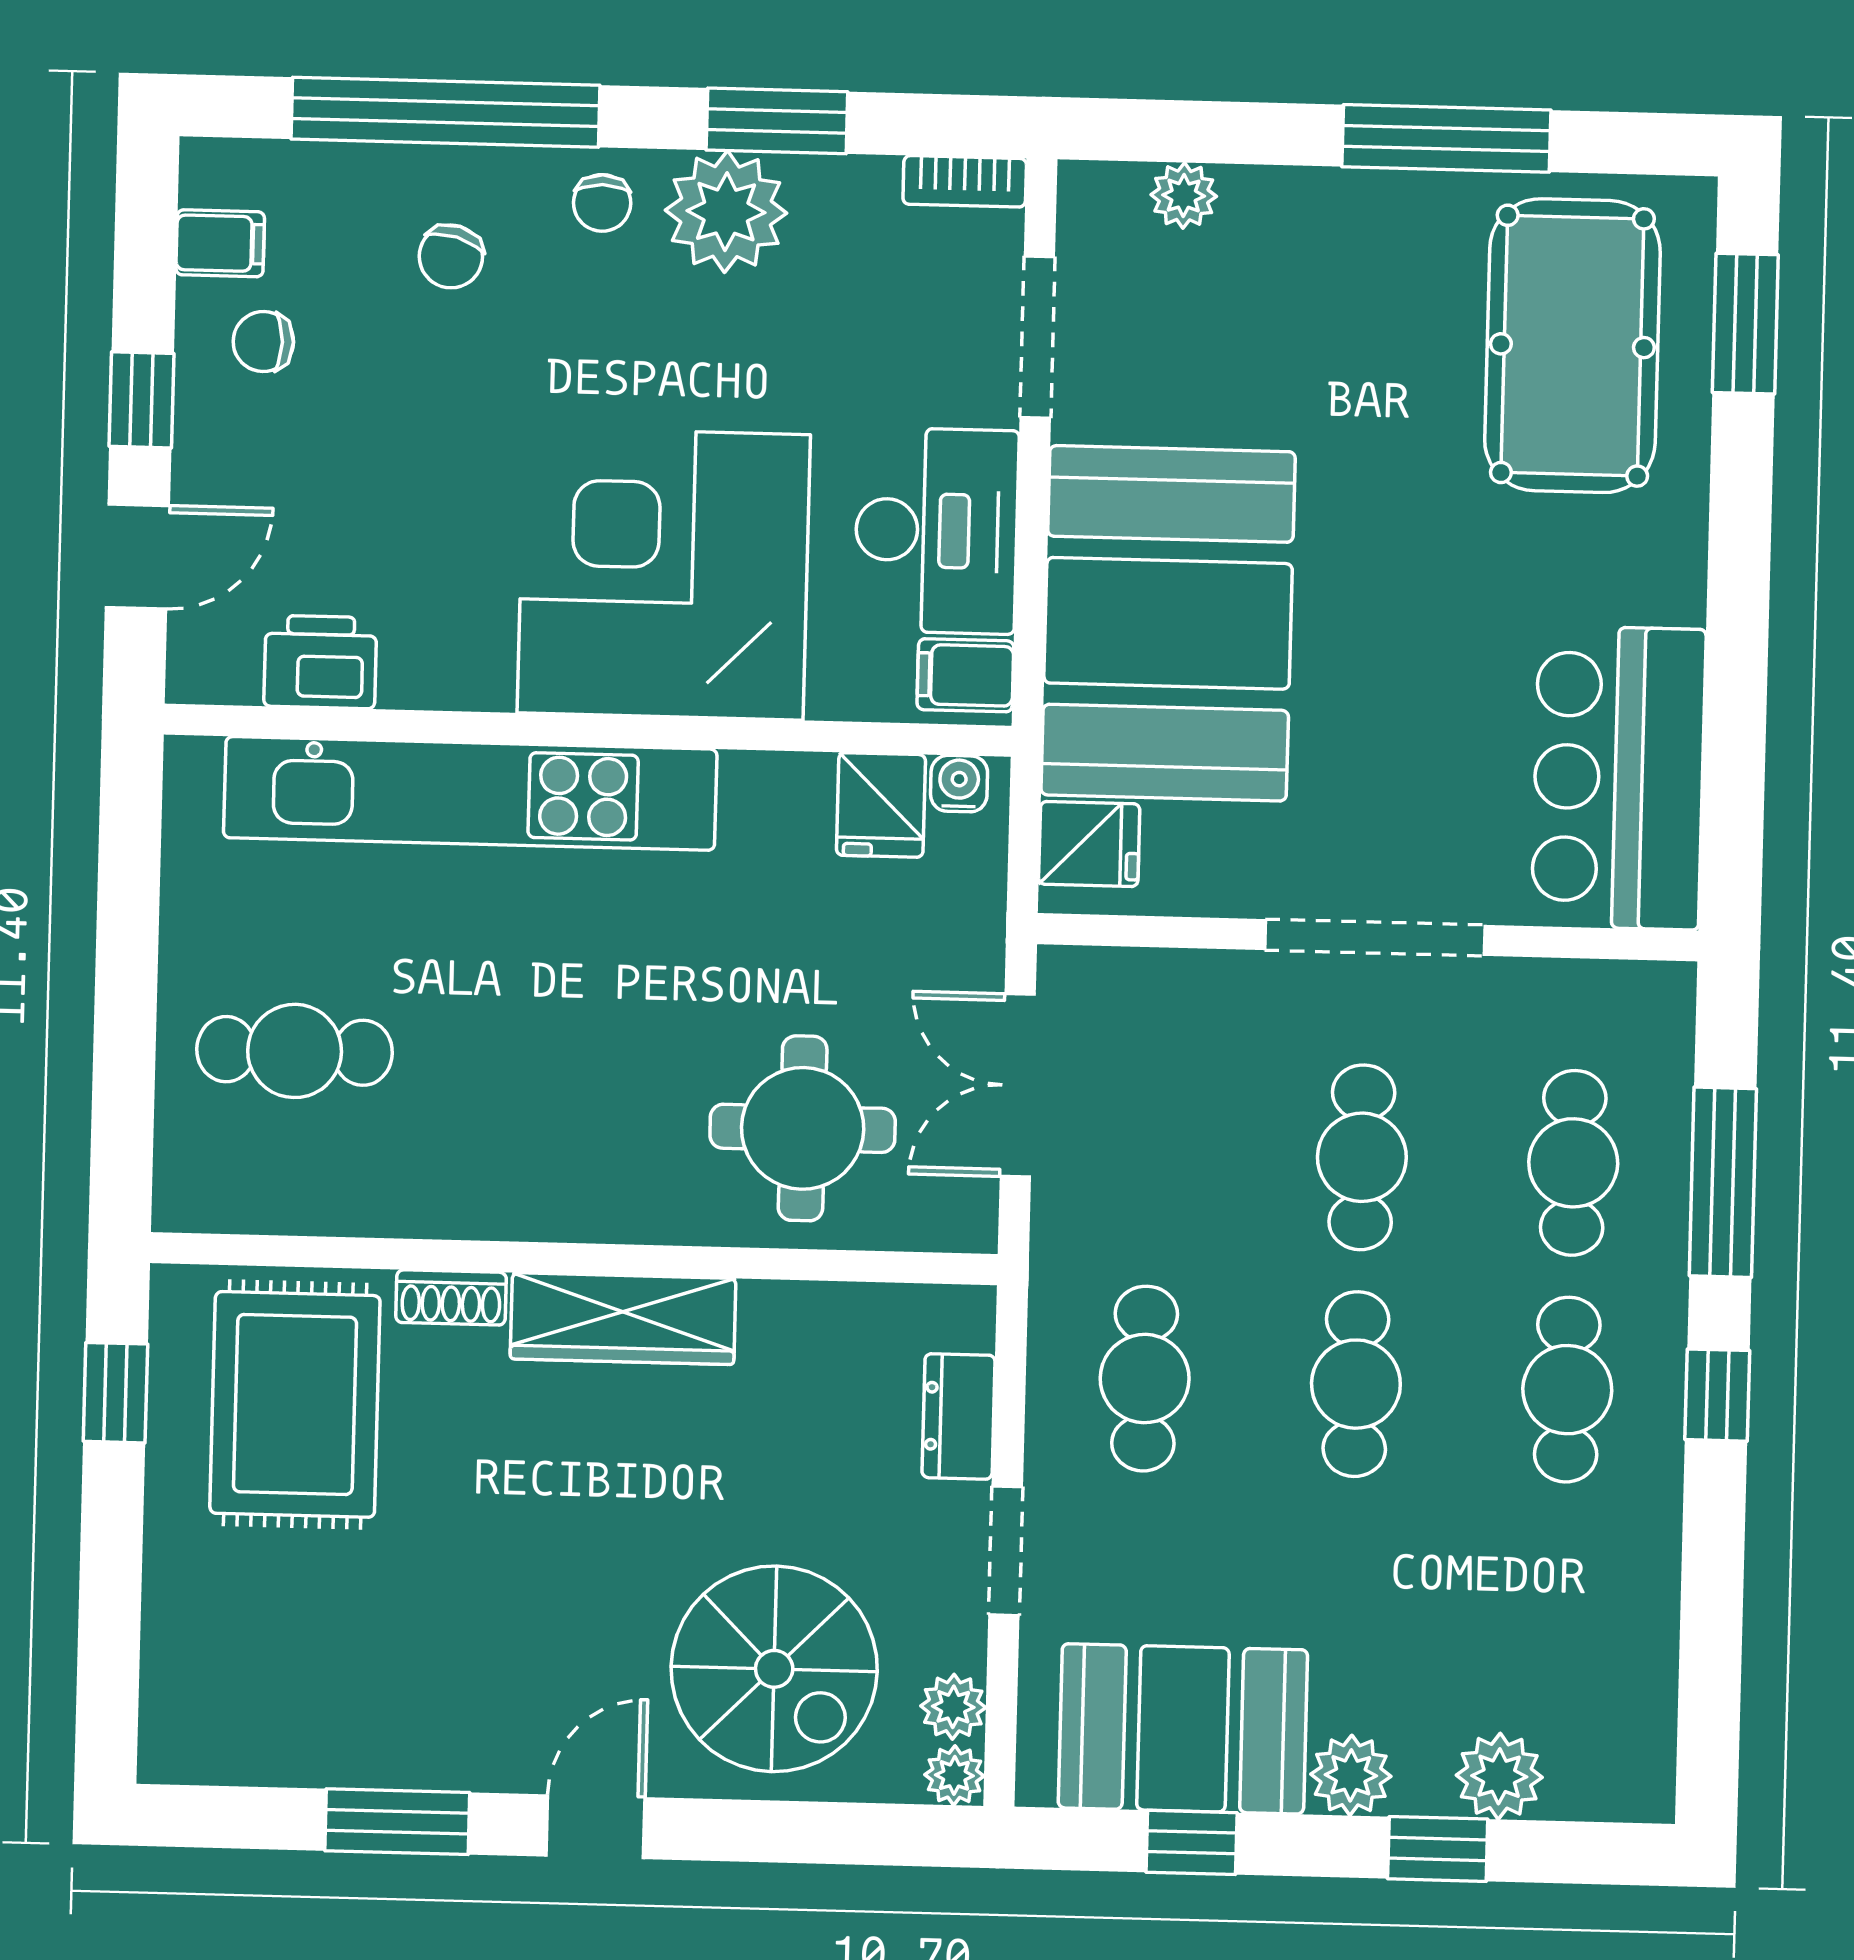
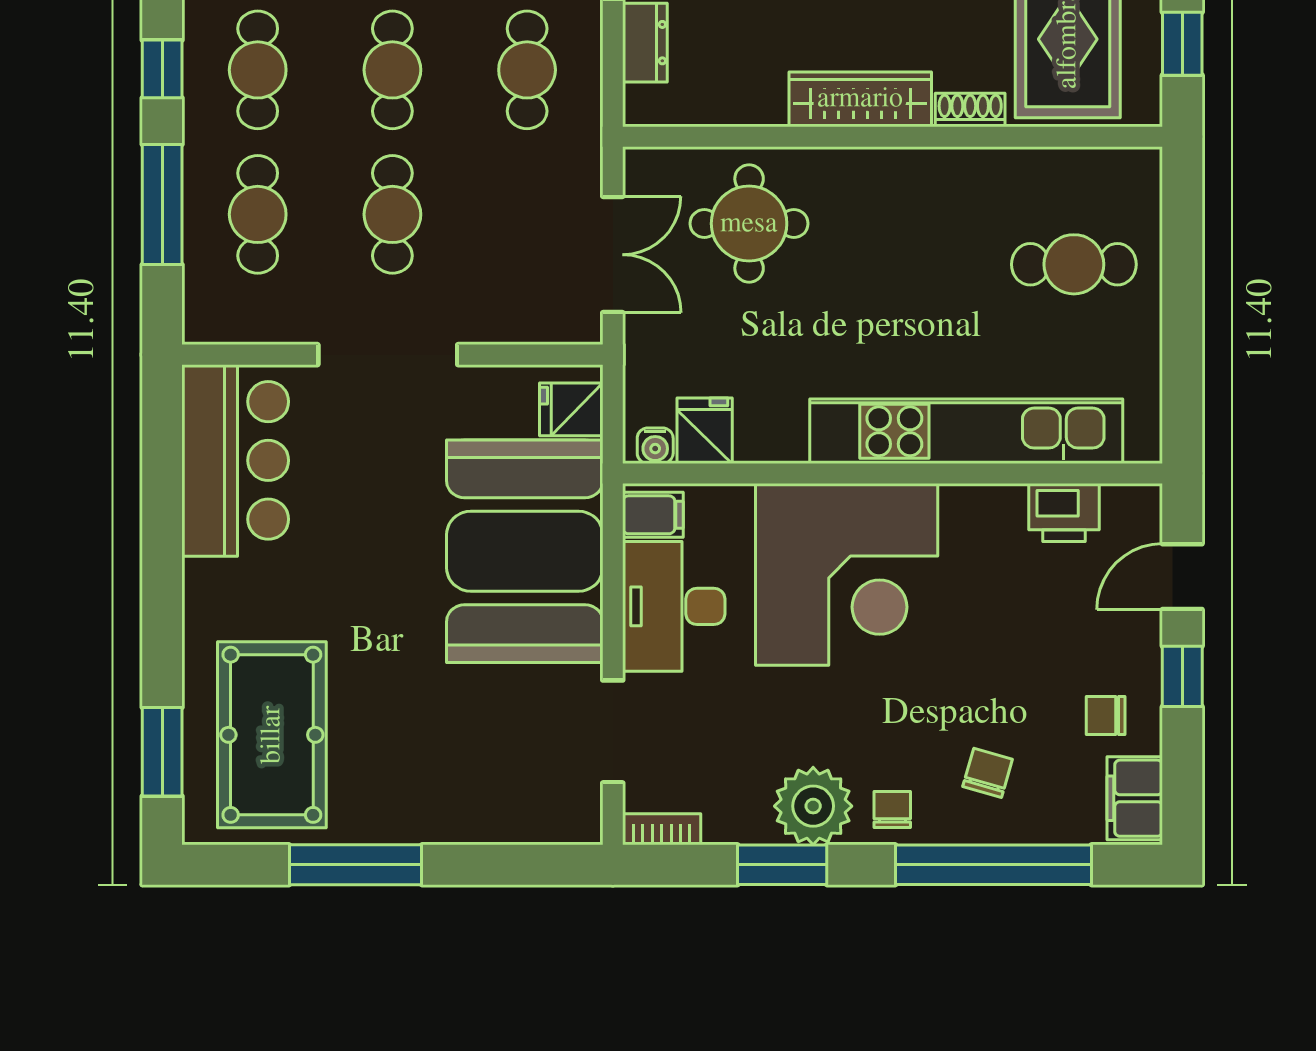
plant: (1184, 196) -> (522, 824), removed
filing cabinet: (220, 243) -> (1135, 798), width x2.00
chair: (263, 342) -> (1106, 716), turned 180

